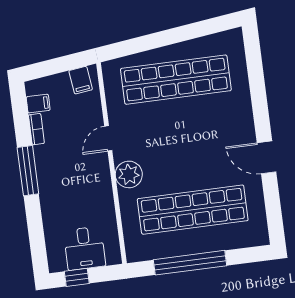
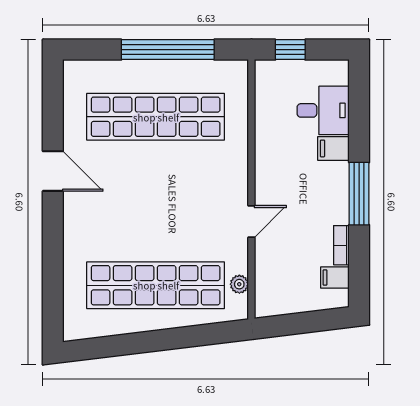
filing cabinet: (81, 80) -> (333, 148), moved, turned -83
plant: (129, 174) -> (239, 284), moved, width x0.53, depth x0.53
desk: (85, 248) -> (323, 110), moved, turned 90
window: (77, 277) -> (290, 50), moved

